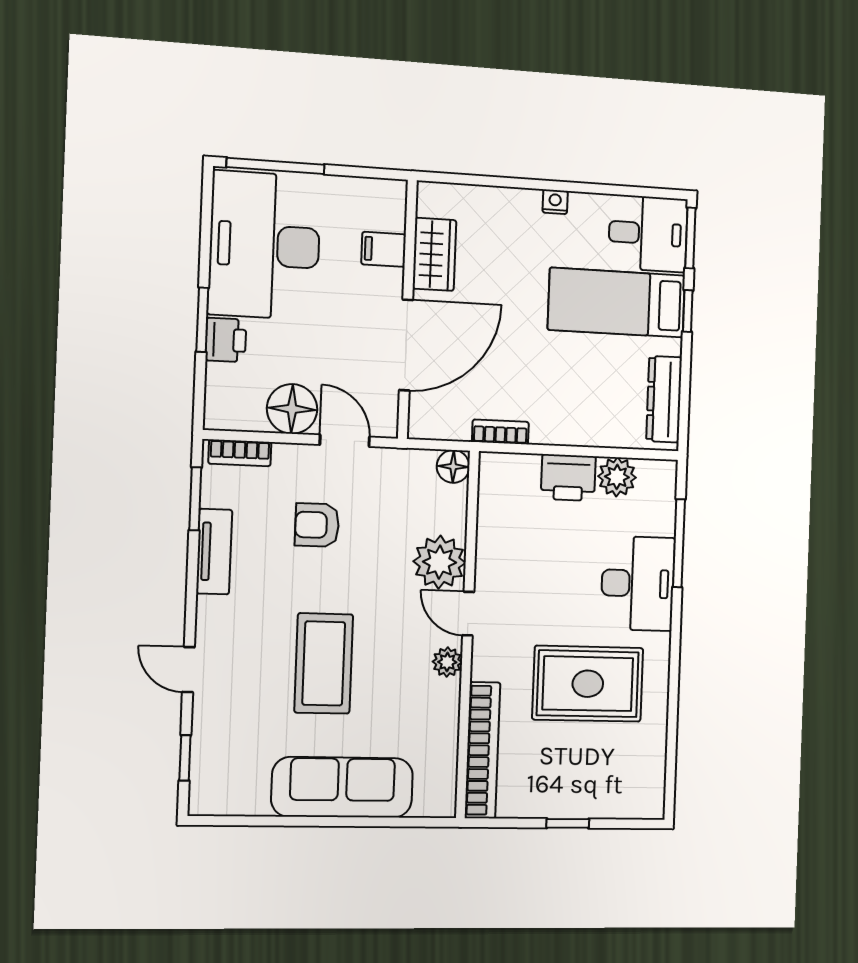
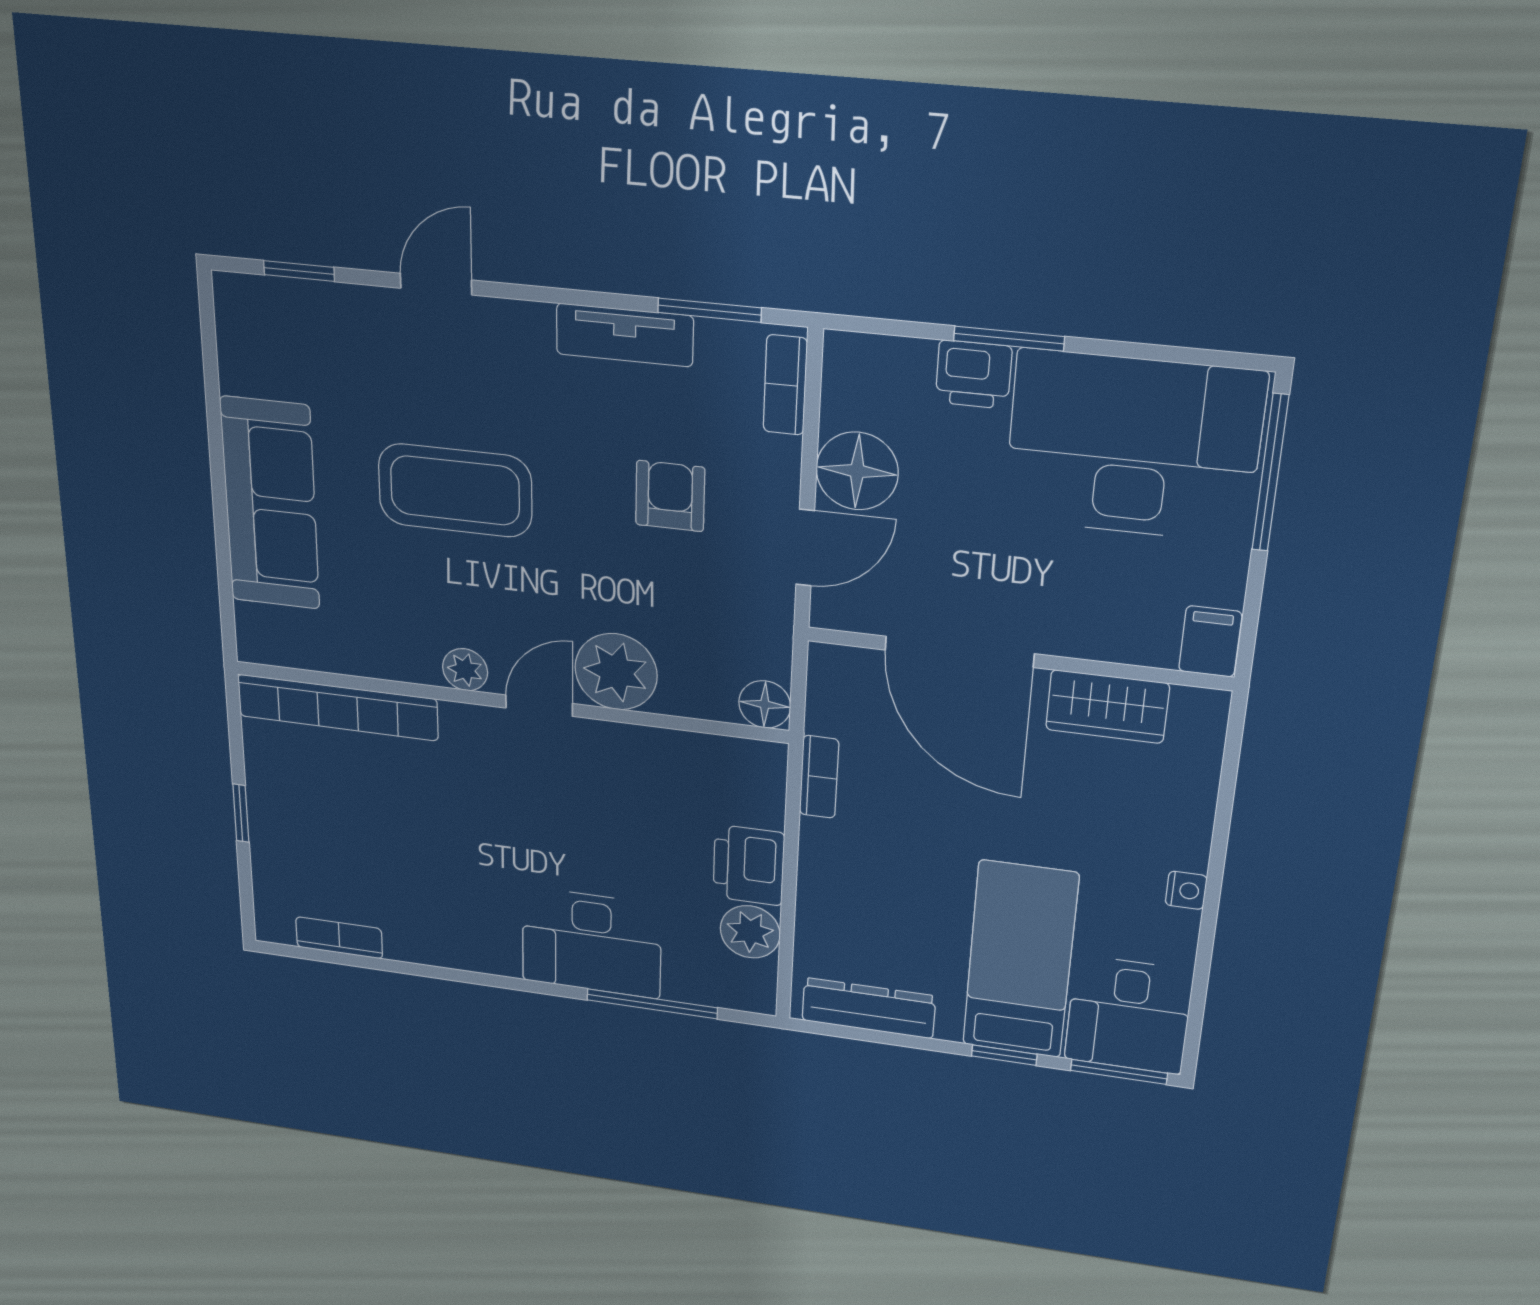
filing cabinet: (384, 249) -> (1210, 641), moved
rug: (588, 684) -> (442, 860), removed
bookcase: (655, 759) -> (339, 938), added

